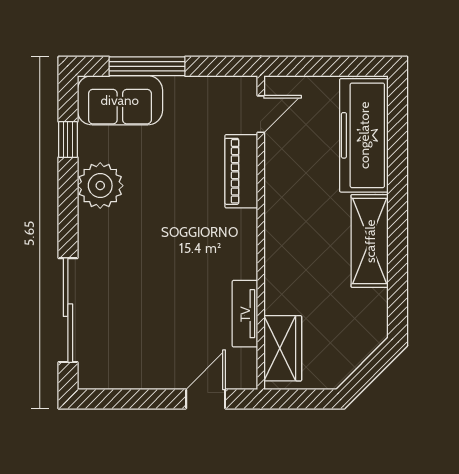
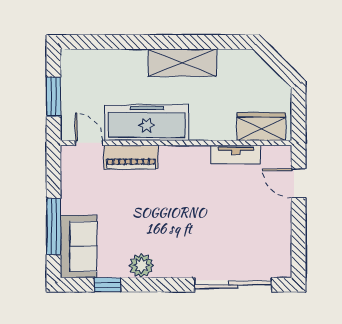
window: (323, 66) -> (54, 97), added
freezer: (364, 135) -> (147, 123), moved, turned 180
plant: (100, 186) -> (141, 265), width x0.73, depth x0.73

